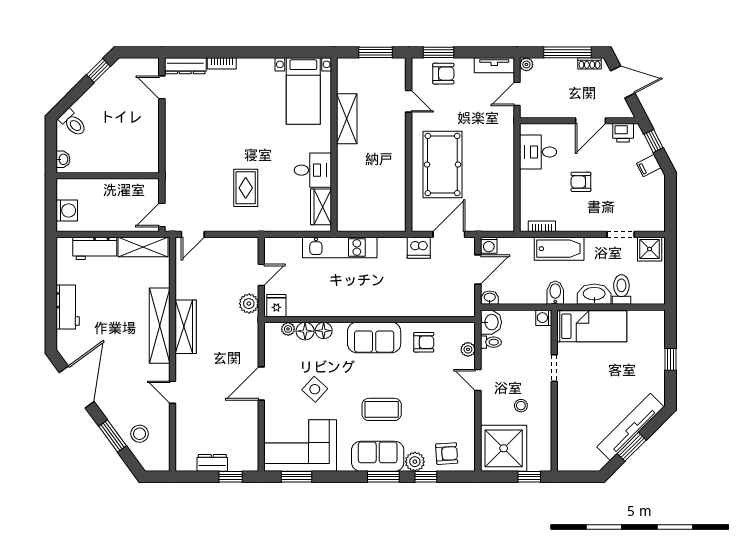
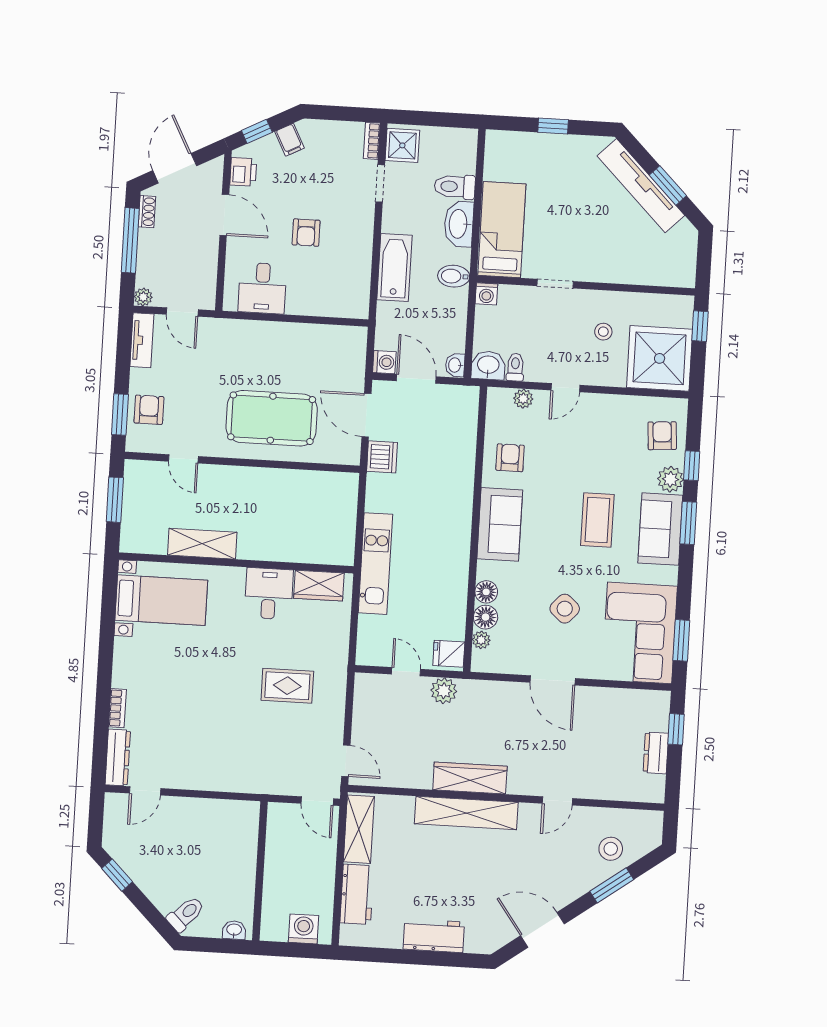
door: (409, 101) -> (183, 459), swing flipped
bookcase: (542, 226) -> (372, 141), moved
door: (77, 387) -> (543, 930), width x0.73

